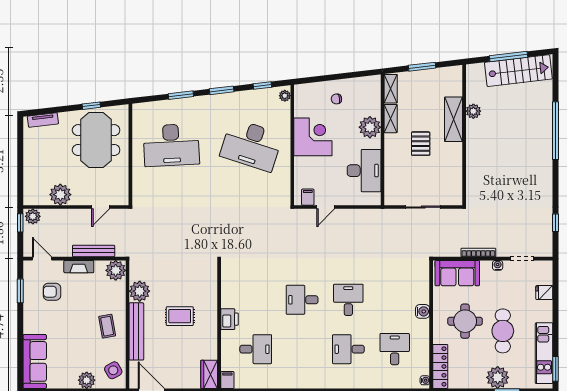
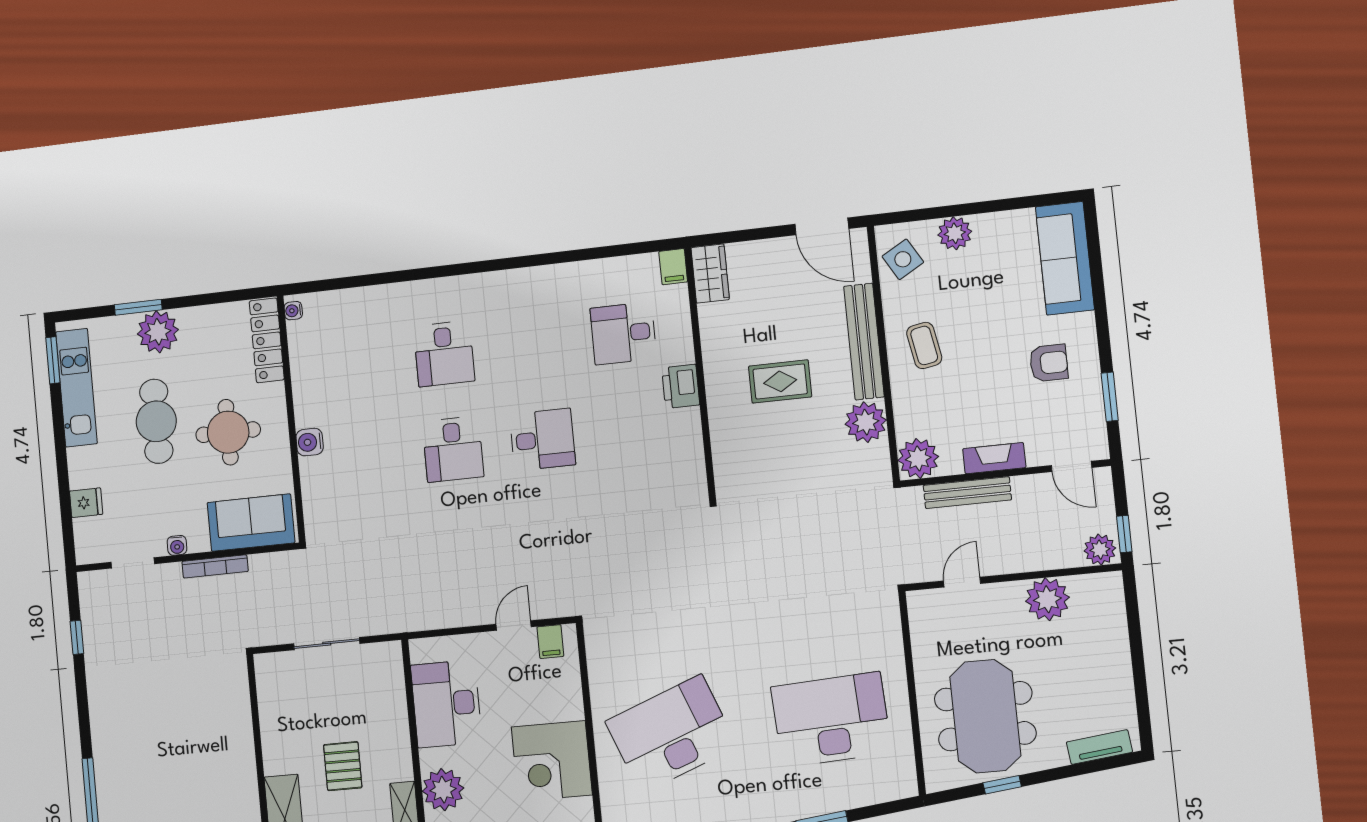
desk: (251, 145) -> (671, 734), turned -39
armchair: (52, 292) -> (1049, 363), moved
desk: (348, 349) -> (444, 354), turned 90
desk: (395, 349) -> (356, 364), removed

